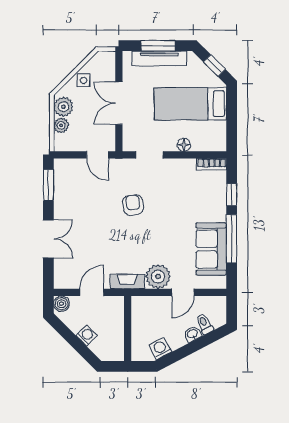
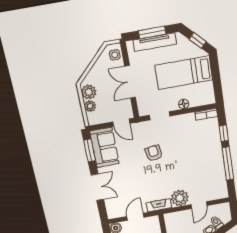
side table: (84, 80) -> (115, 55), moved
sofa: (211, 249) -> (104, 147), moved, turned 180

